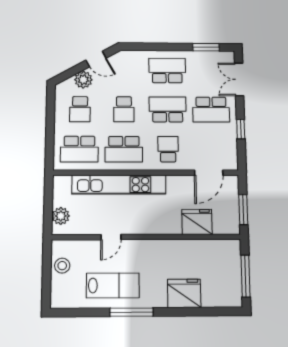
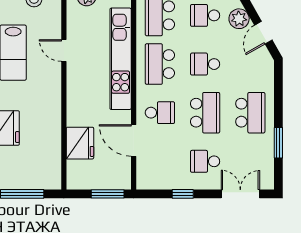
window: (206, 47) -> (278, 143), moved
school desk: (211, 110) -> (205, 161), width x0.54
door: (209, 173) -> (134, 140), moved
window: (243, 210) -> (108, 194), moved

